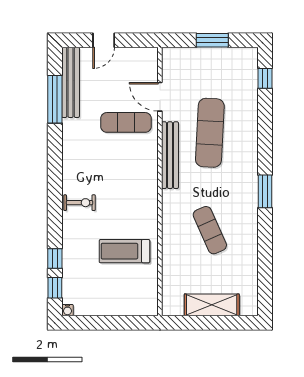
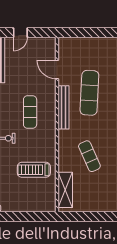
window: (212, 40) -> (91, 33), removed
exercise mat: (126, 122) -> (30, 112), moved, turned 90
shelving: (212, 305) -> (65, 190), moved, turned 90

